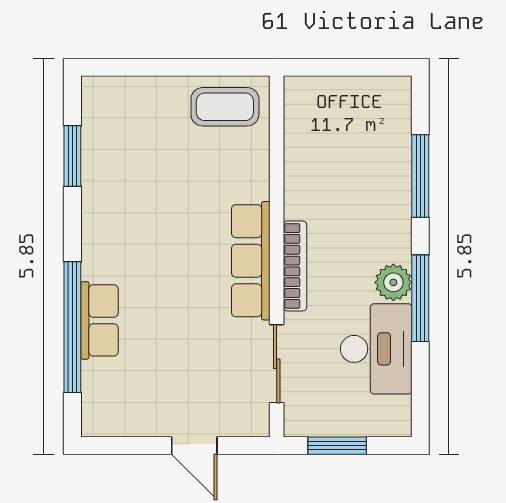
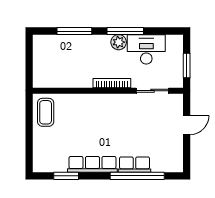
row of seats: (251, 261) -> (92, 164), moved, turned 180

